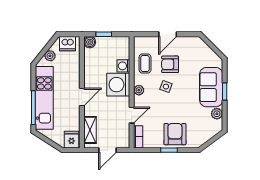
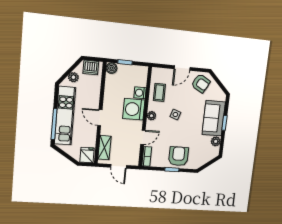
armchair: (170, 64) -> (201, 83), moved, turned -151
door: (82, 97) -> (100, 118), swing flipped
door: (108, 150) -> (119, 166), hinge flipped

